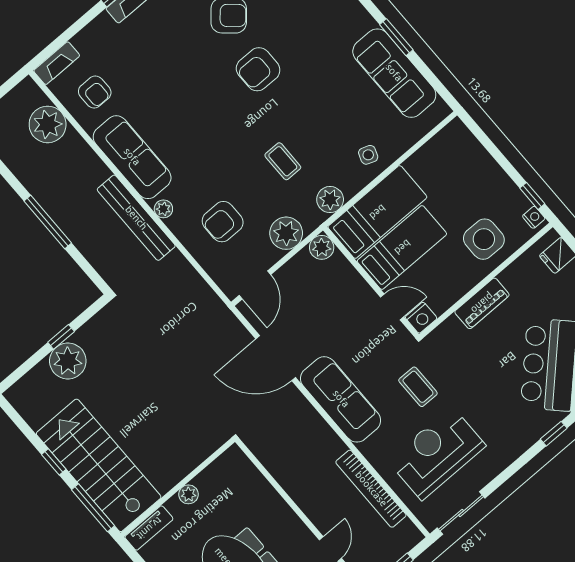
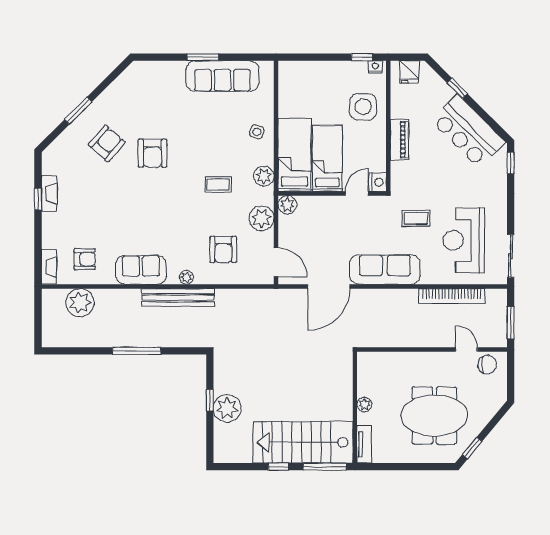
sofa: (132, 157) -> (141, 270), width x0.73

